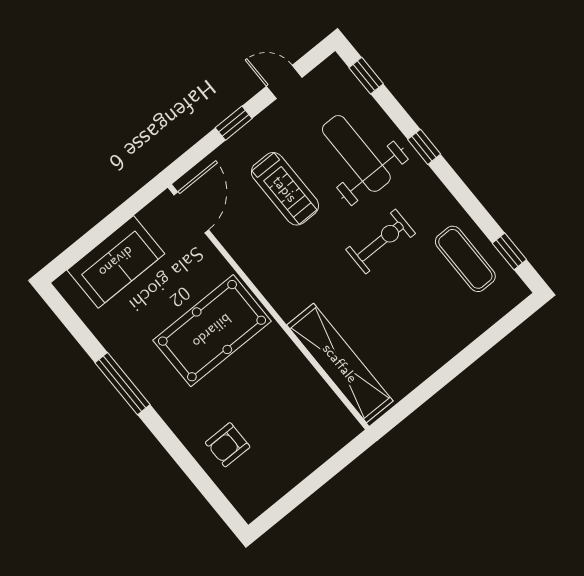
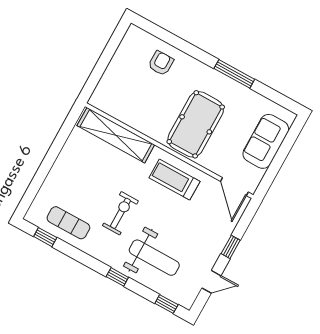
treadmill: (285, 189) -> (175, 180), moved
exercise bike: (381, 241) -> (120, 213), turned 180

